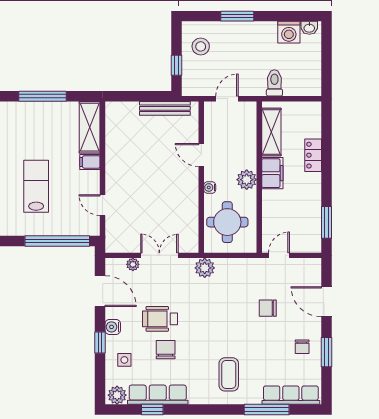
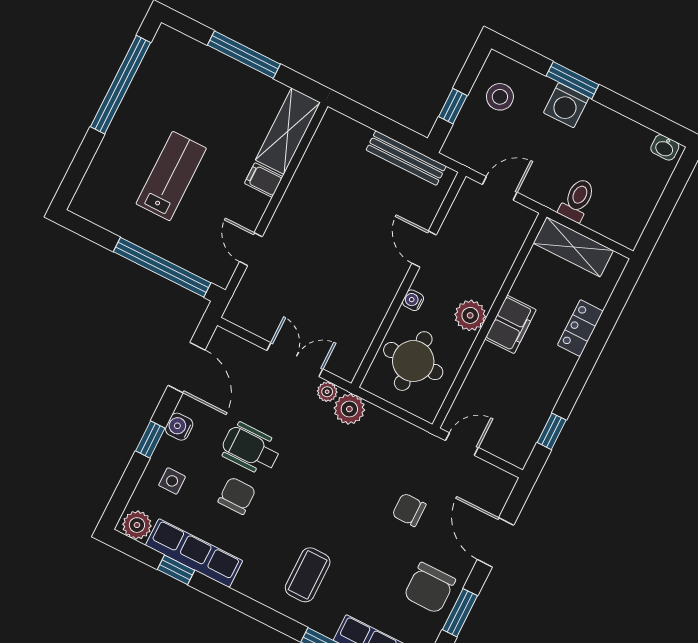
washing machine: (289, 32) -> (566, 105), moved
shelving: (271, 132) -> (573, 247), moved, turned 90
window: (326, 222) -> (552, 431), width x0.67
plant: (133, 264) -> (327, 392), moved
chair: (302, 347) -> (430, 588), width x1.87, depth x1.87

